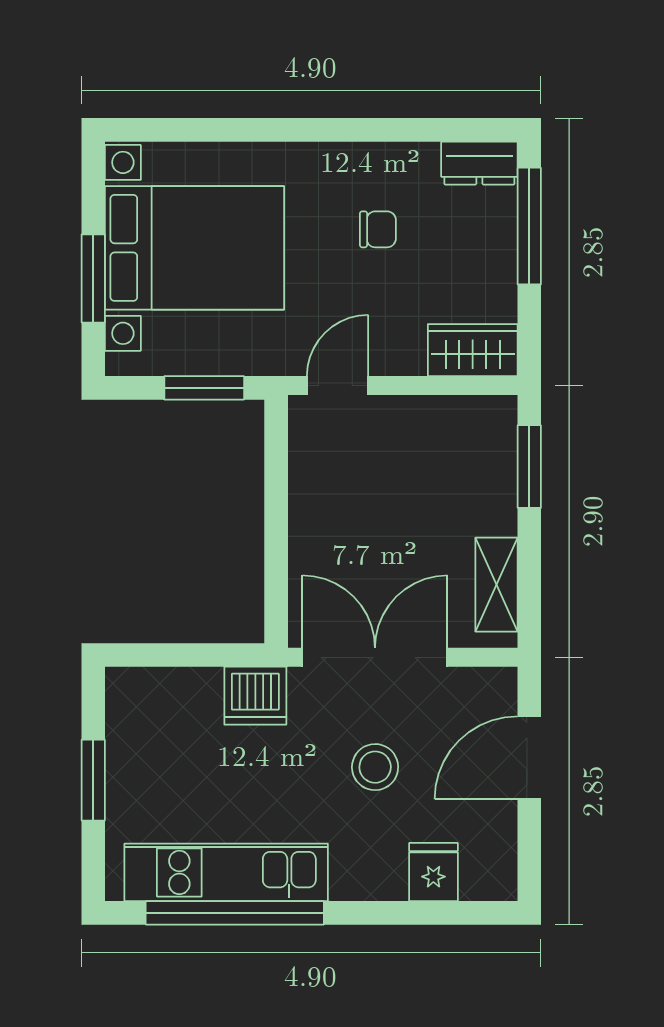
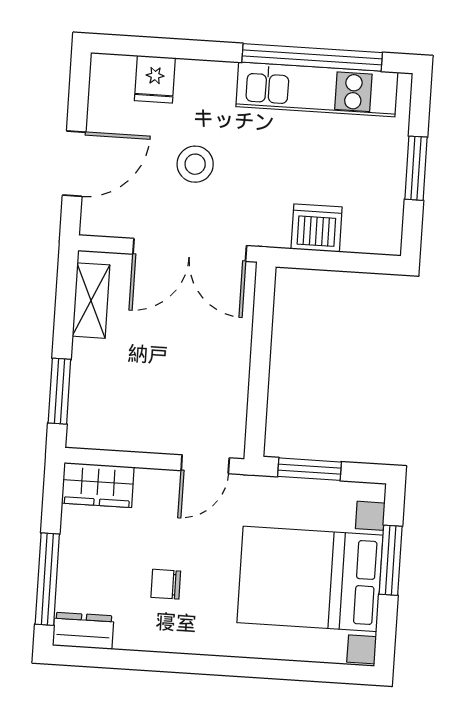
dishwasher: (255, 696) -> (317, 228), moved

